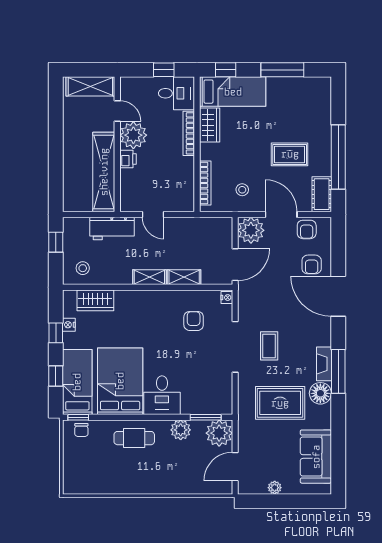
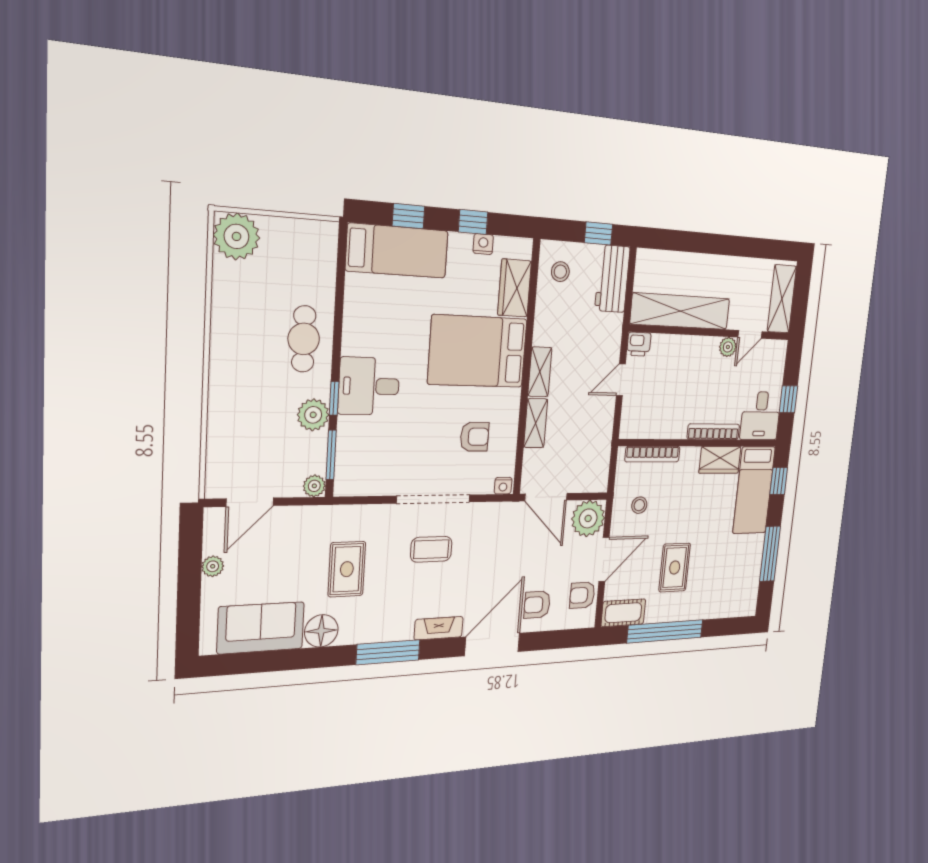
plant: (133, 135) -> (728, 347), width x0.53, depth x0.53
printer: (128, 159) -> (639, 344), moved
workbench: (112, 228) -> (612, 279), moved
fireplace: (324, 364) -> (439, 628), moved
bed: (120, 381) -> (478, 351), moved, turned 180
floor lamp: (320, 393) -> (321, 631), moved
rug: (280, 403) -> (347, 569), width x0.73, depth x0.70
window: (78, 417) -> (334, 398), moved
chair: (81, 430) -> (321, 252), removed
plant: (219, 433) -> (314, 486), width x0.53, depth x0.53
door: (235, 467) -> (250, 502), swing flipped
plant: (76, 481) -> (236, 236), added

